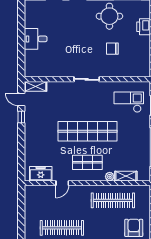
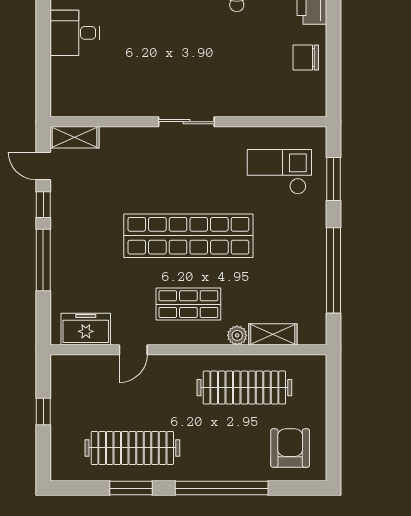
chair: (112, 49) -> (306, 58), moved
window: (21, 142) -> (43, 260), added
window: (21, 211) -> (43, 411), added

